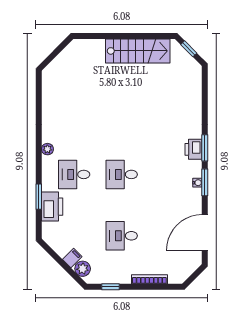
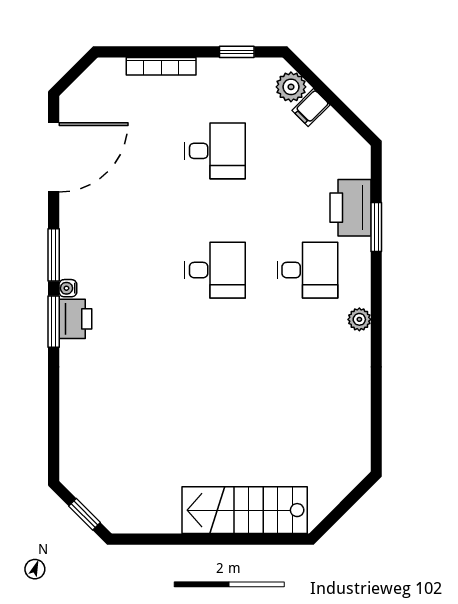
stairs: (138, 51) -> (245, 510), moved
water cooler: (197, 183) -> (68, 288), moved

